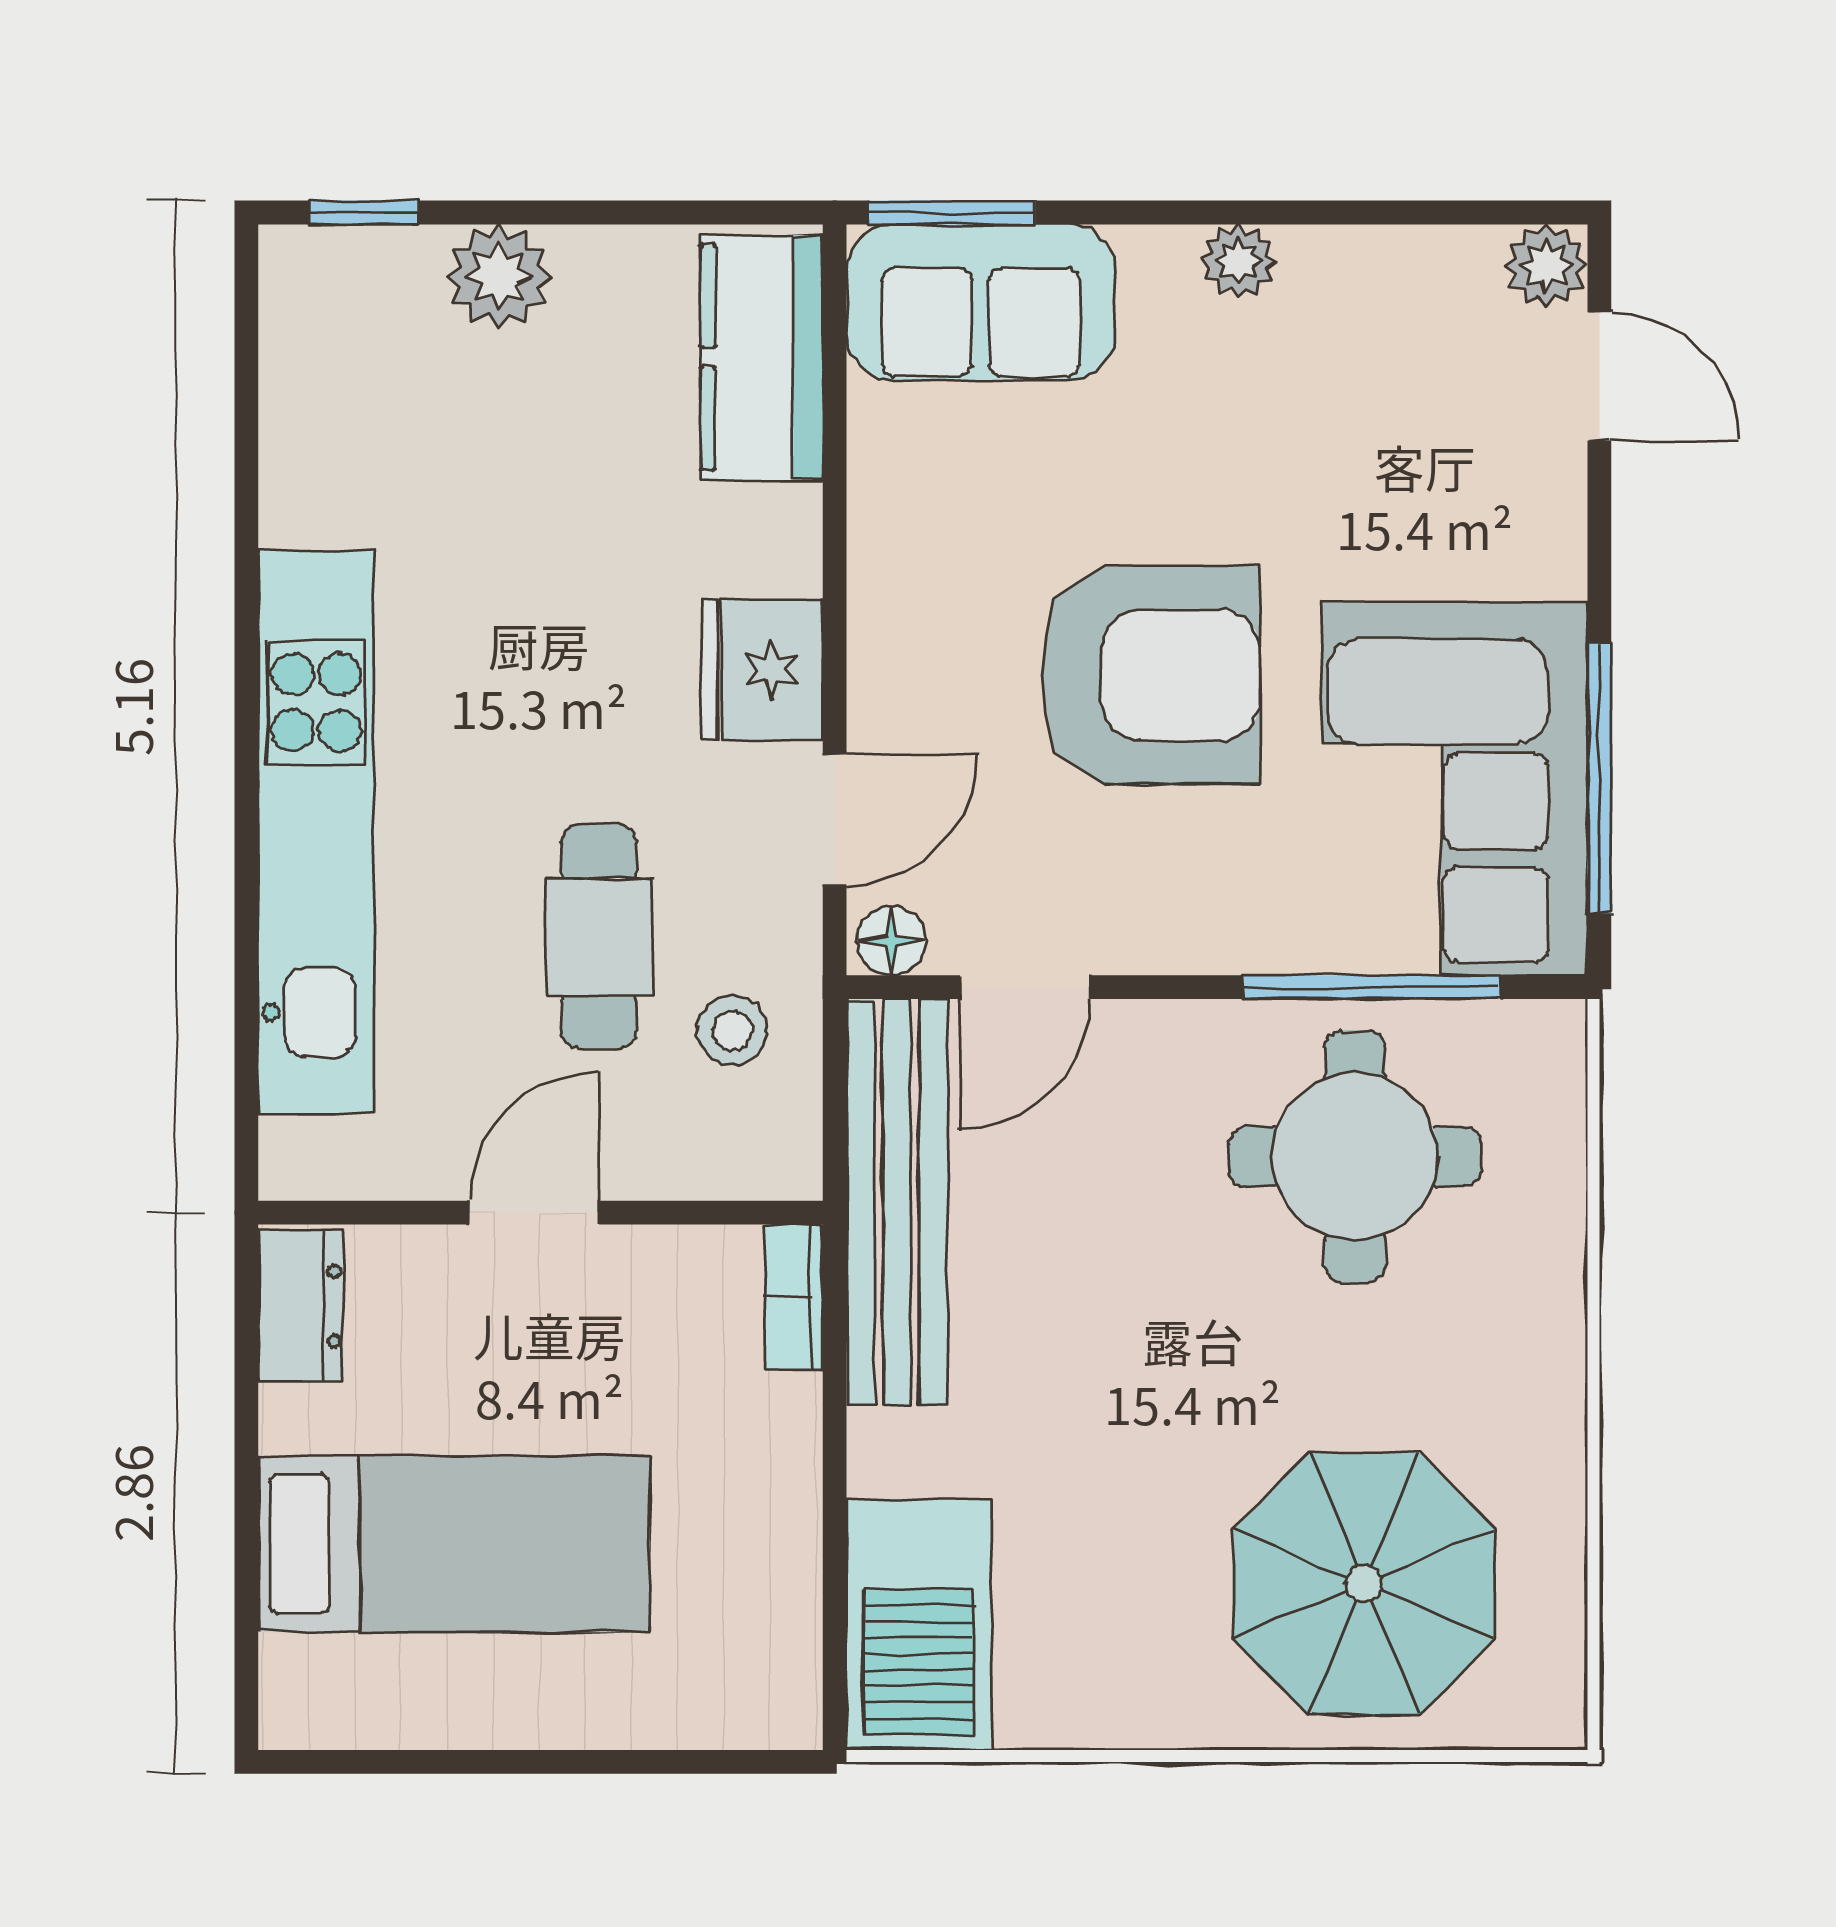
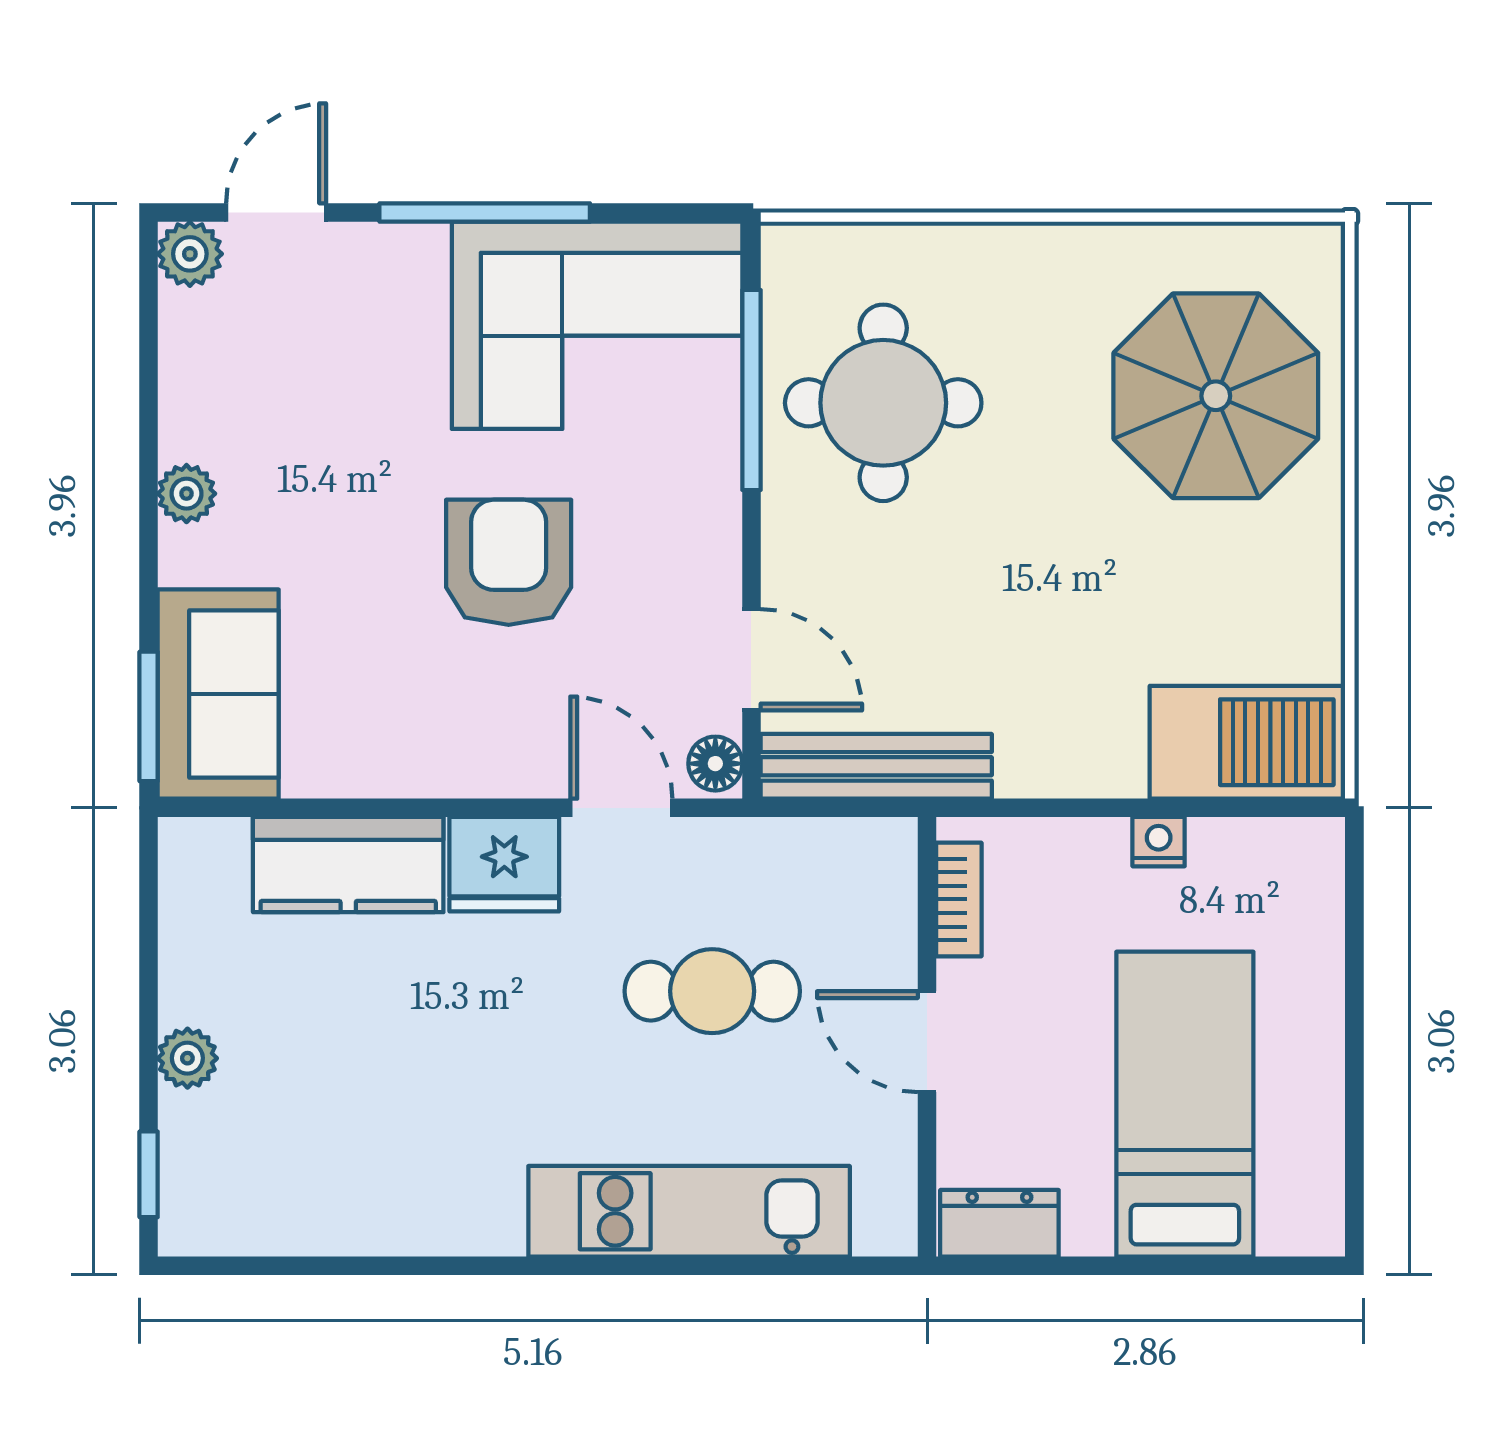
plant: (499, 277) -> (187, 1058), width x0.73, depth x0.73
kitchen counter: (762, 358) -> (348, 865), moved
armchair: (1150, 675) -> (509, 562), width x0.73, depth x0.73
window: (1599, 778) -> (485, 213), moved
kitchen unit: (316, 832) -> (689, 1211), width x0.73
stool: (732, 1031) -> (785, 887), removed
bench: (897, 1202) -> (876, 766), width x0.73, depth x0.82
bookcase: (794, 1297) -> (959, 899), moved, turned -90
nightstand: (791, 1510) -> (1159, 842), added

